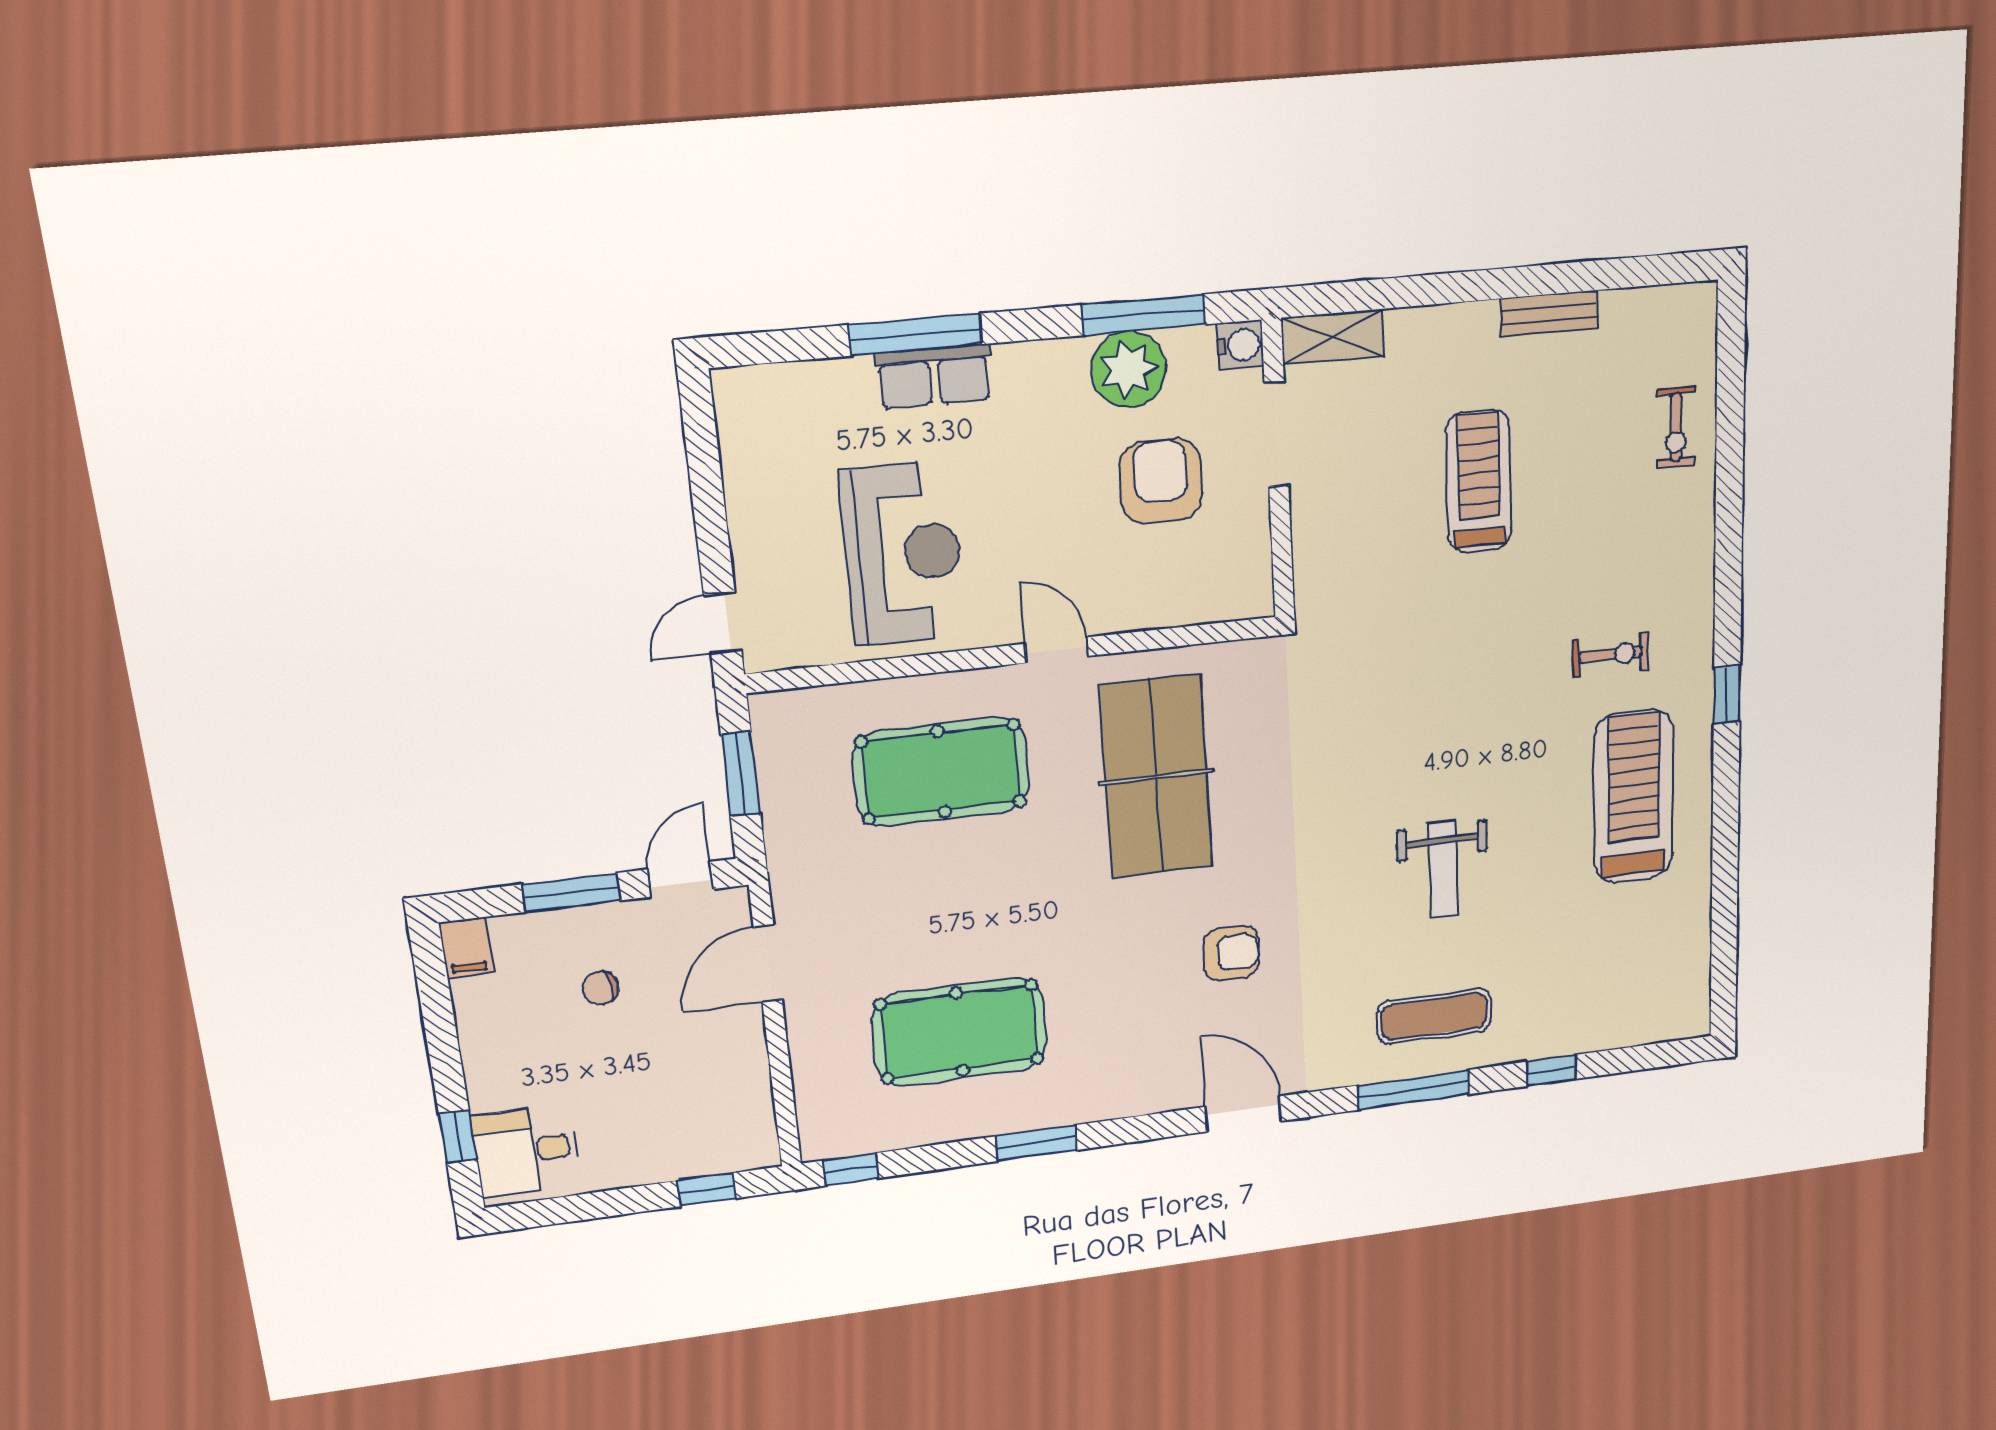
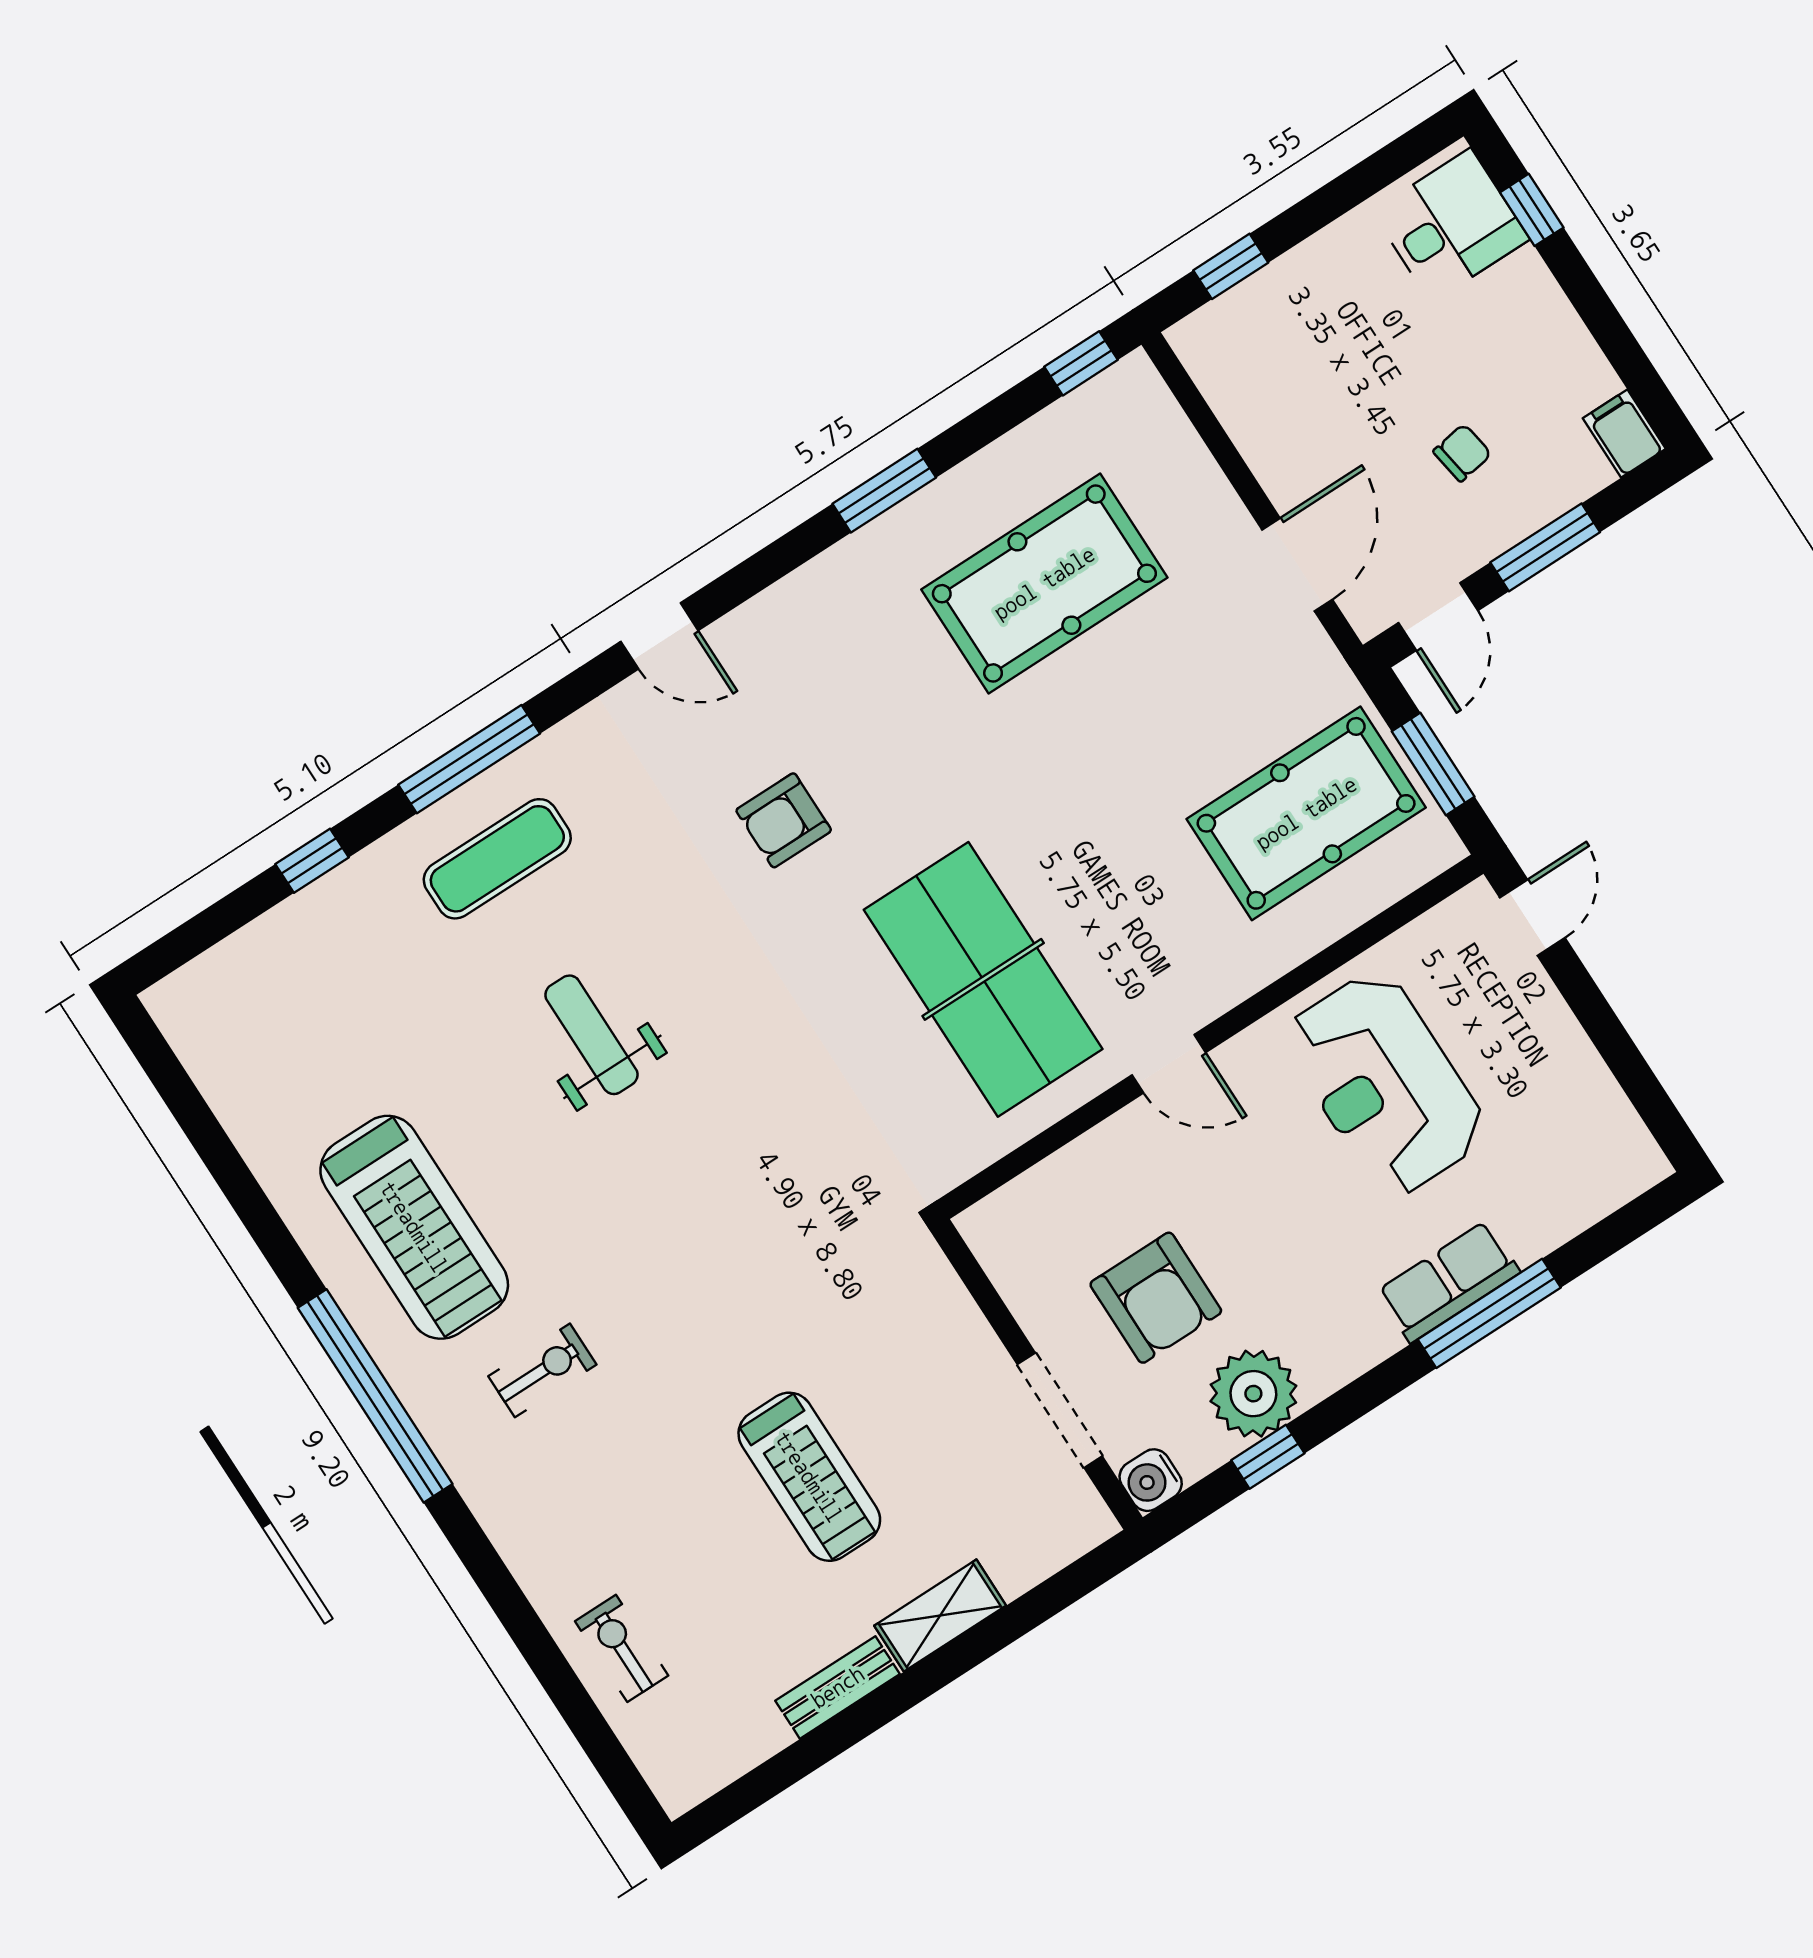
window: (1144, 315) -> (1268, 1457), width x0.46
shelving: (1333, 337) -> (940, 1616), moved
exercise bike: (1611, 655) -> (542, 1370), turned 180
window: (1727, 695) -> (375, 1396), width x3.17
pool table: (941, 772) -> (1306, 813), moved
door: (1243, 1114) -> (659, 636), width x0.73

